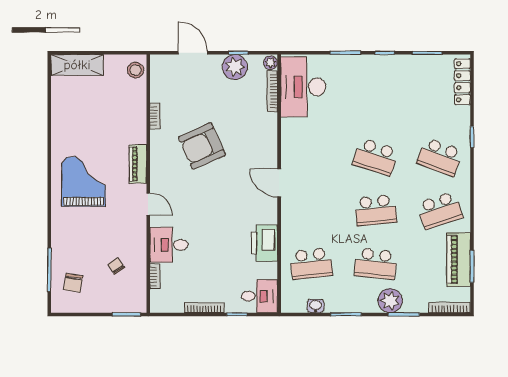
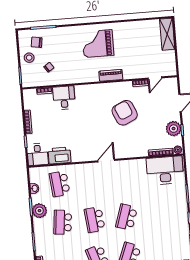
stool: (135, 70) -> (29, 58), moved
grand piano: (84, 181) -> (98, 44), turned 180
door: (148, 204) -> (155, 78), moved
printer: (264, 243) -> (60, 156), moved
plant: (390, 301) -> (39, 211), moved

